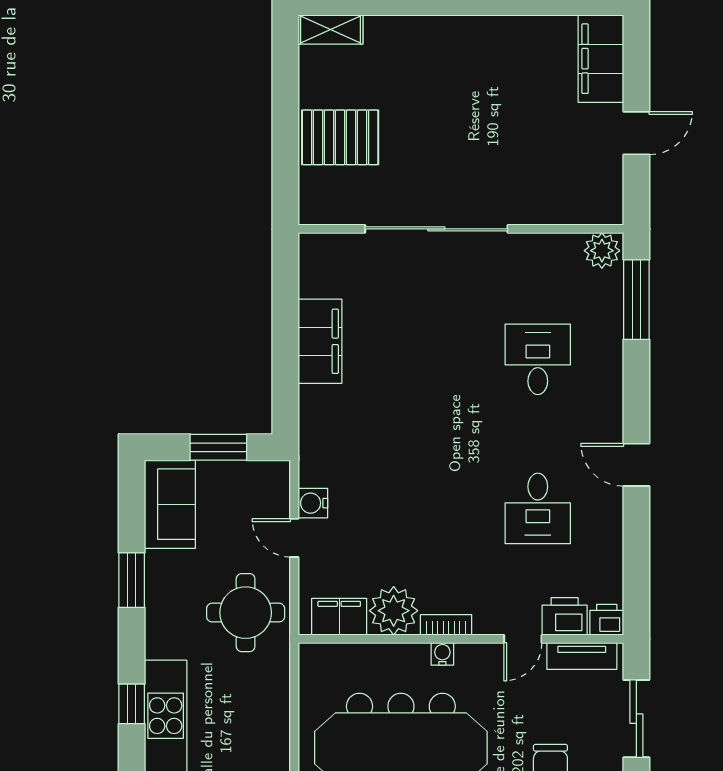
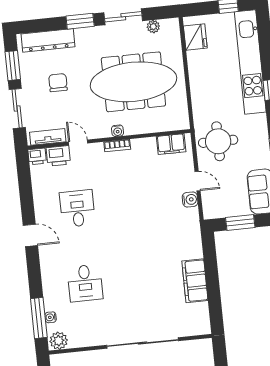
water cooler: (613, 299) -> (51, 317), added
plant: (394, 611) -> (144, 150), removed
door: (523, 639) -> (78, 142), hinge flipped

